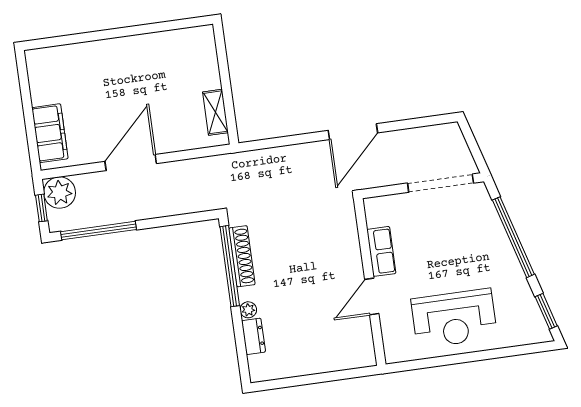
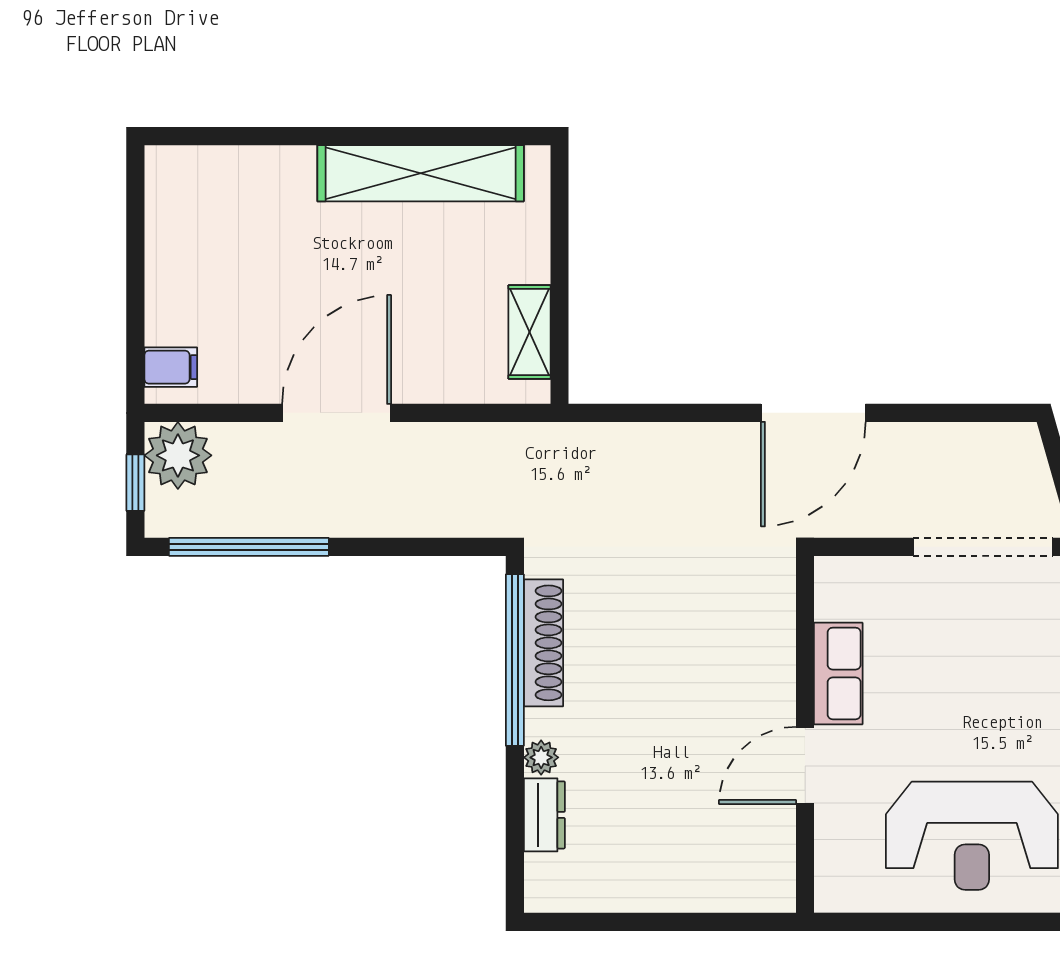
shelving: (154, 45) -> (421, 173), added
filing cabinet: (50, 133) -> (171, 367), width x0.33, depth x0.86

